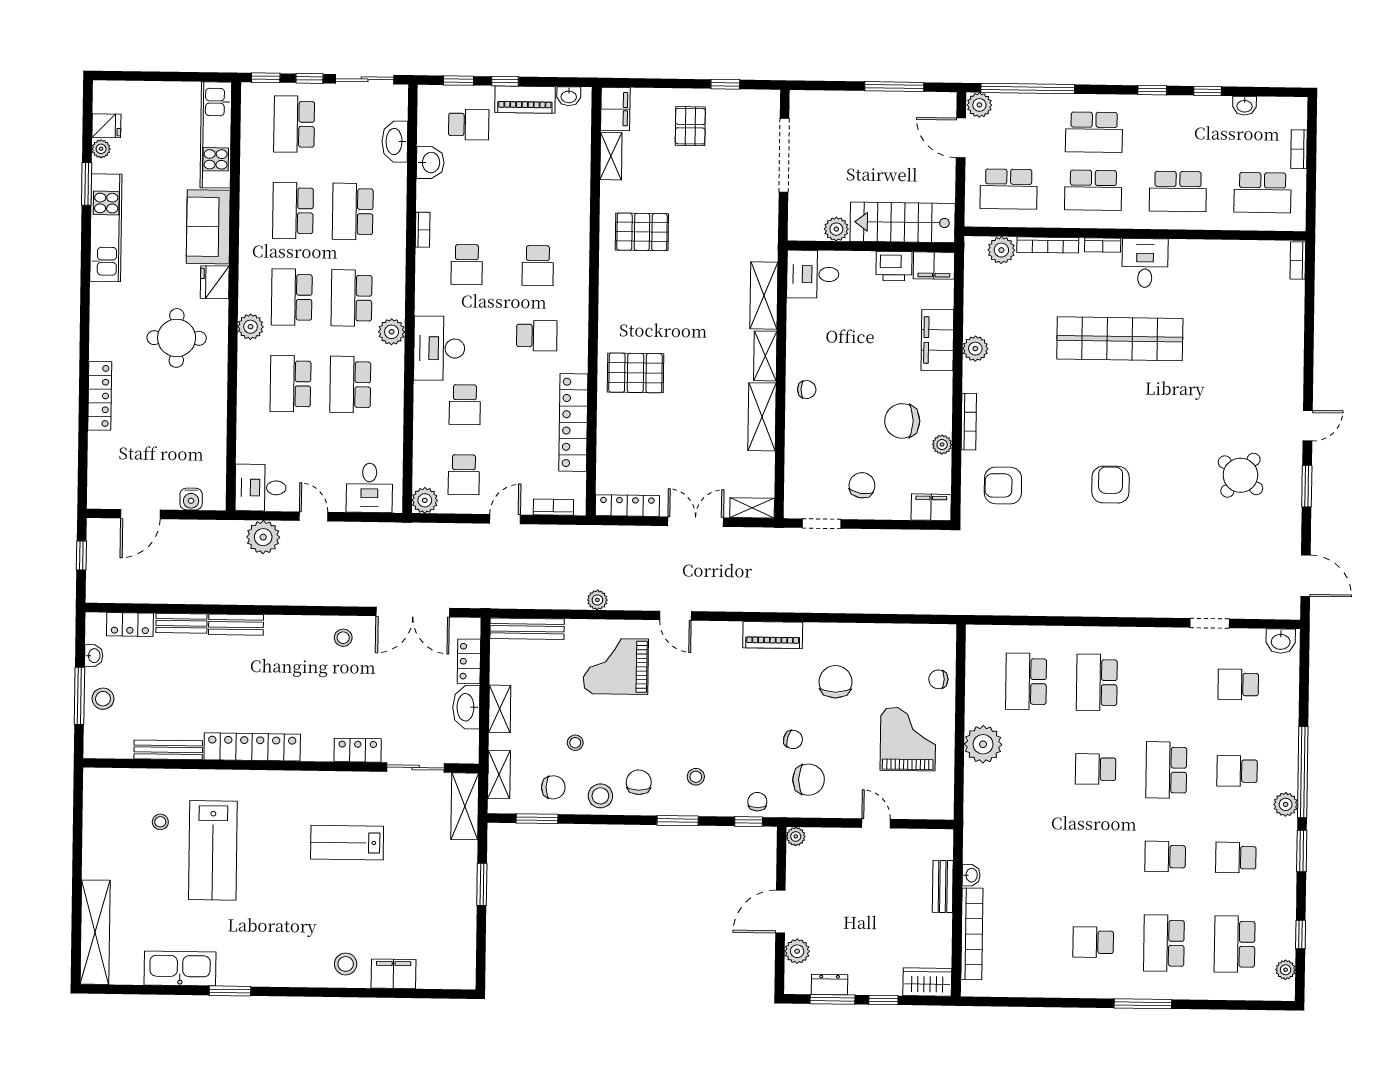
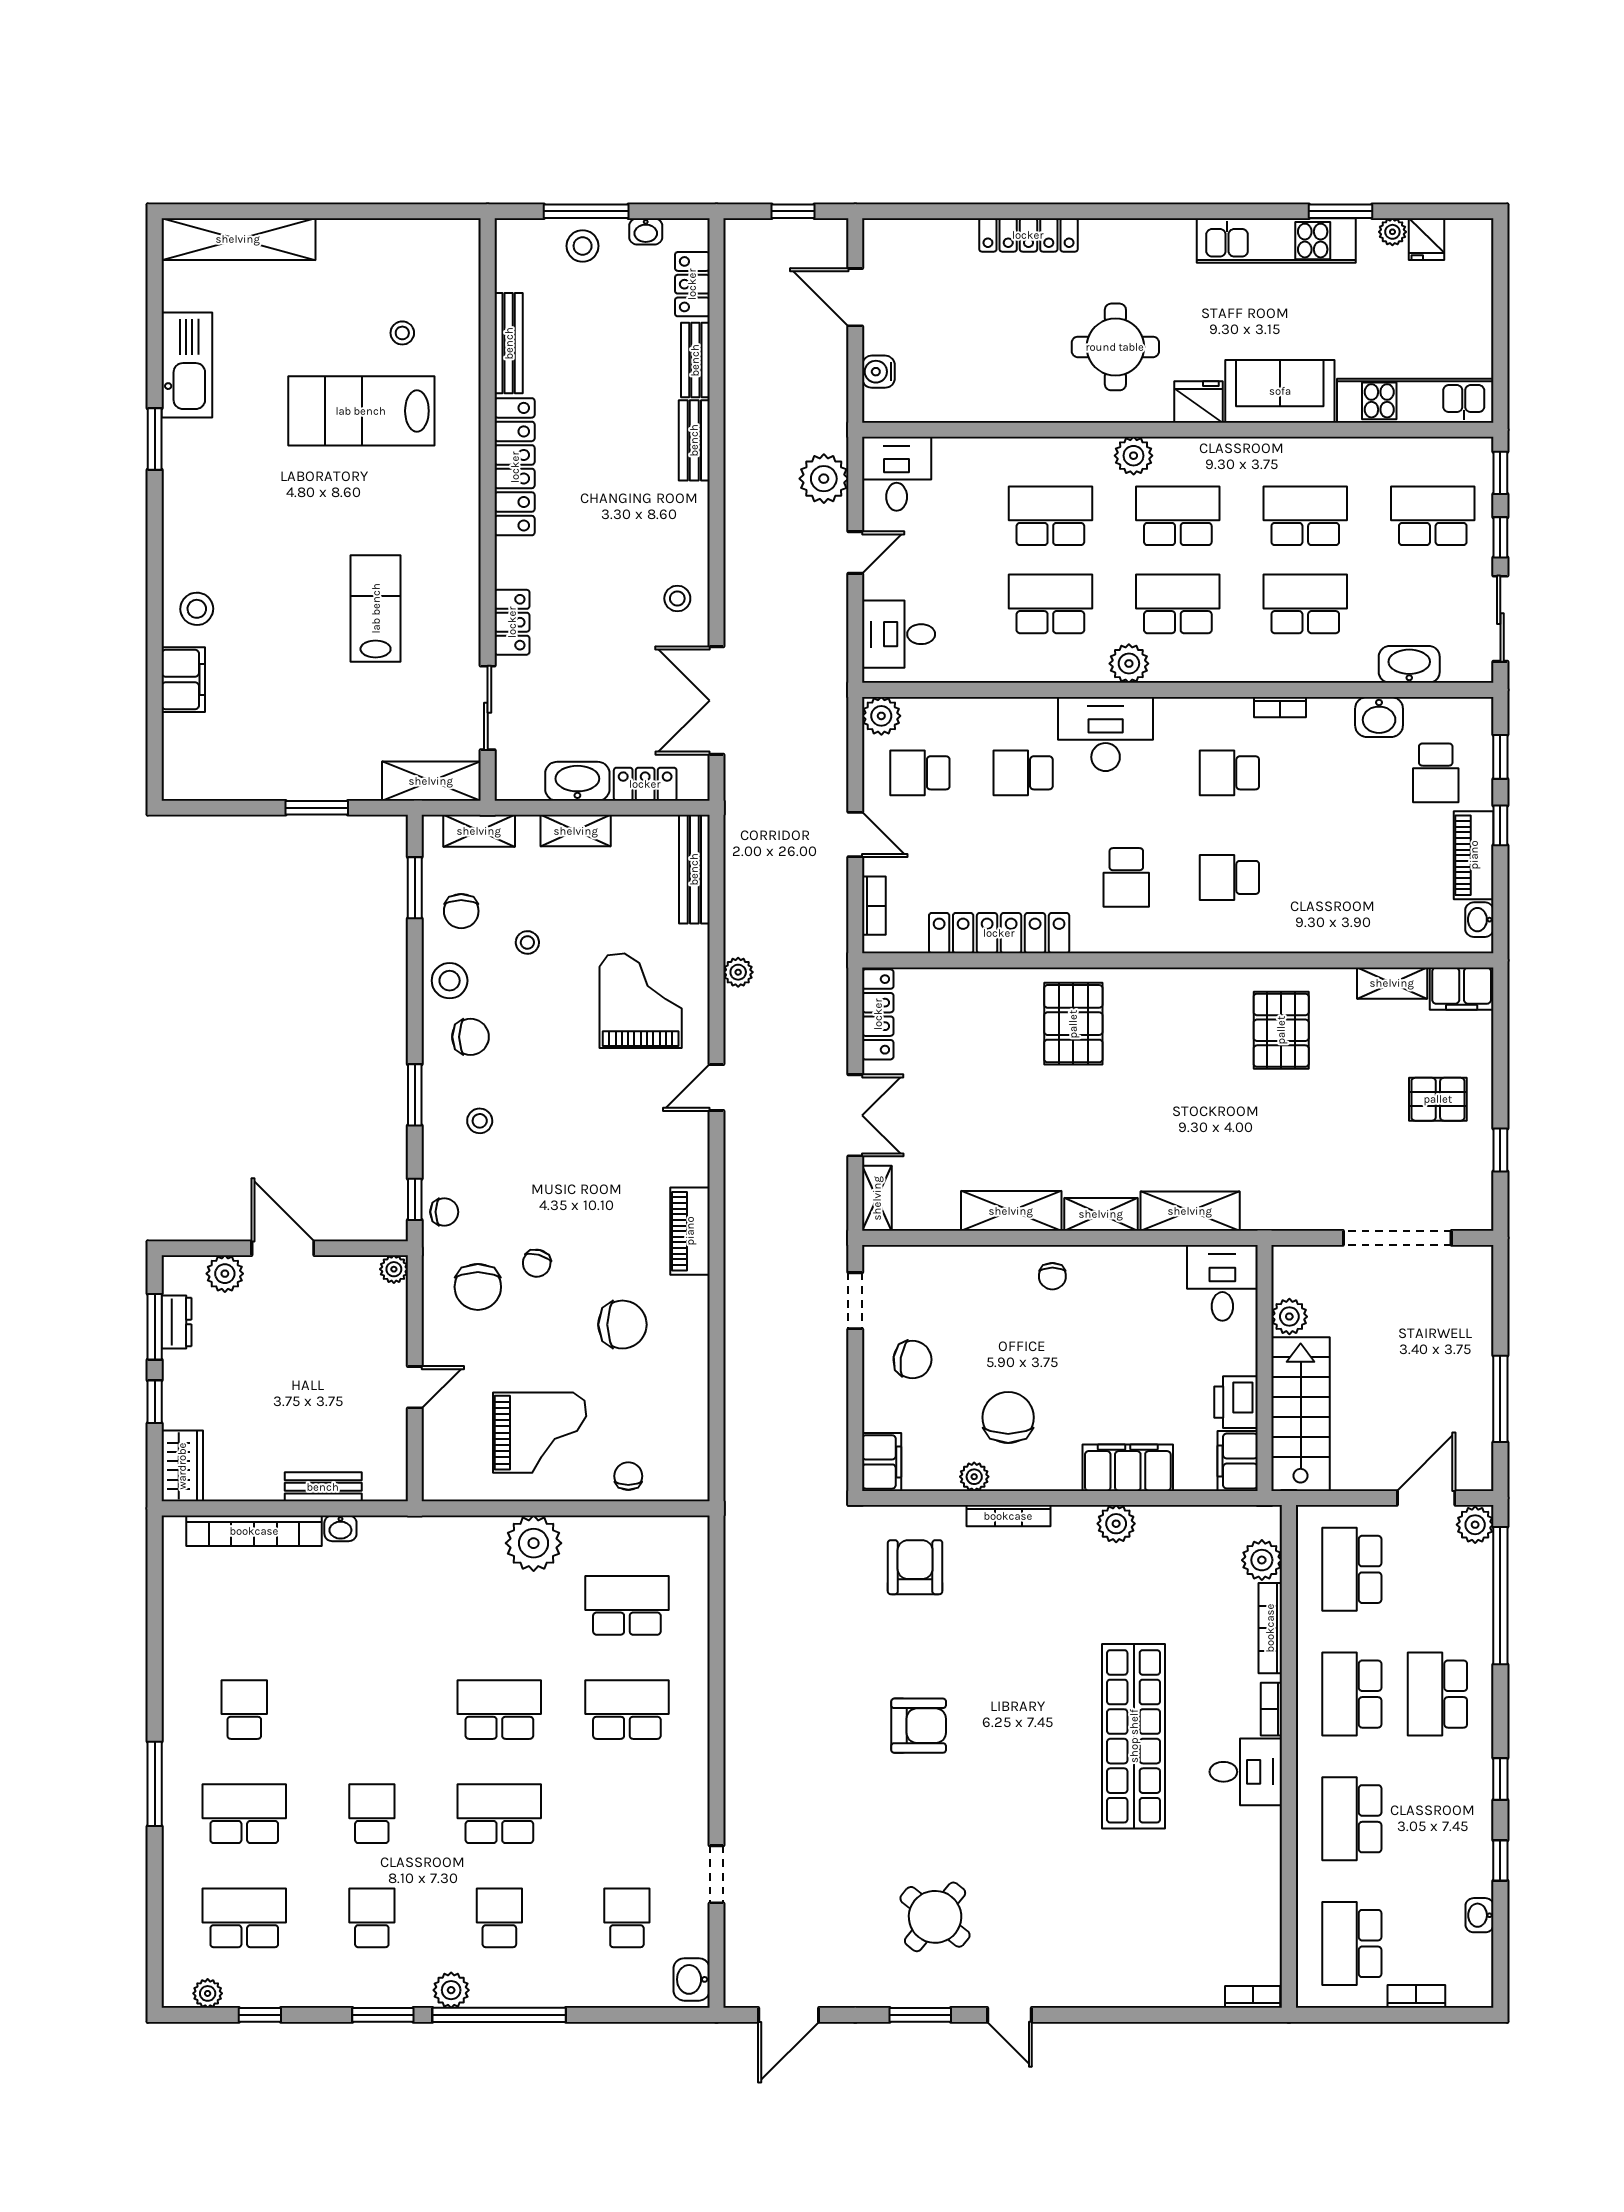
school desk: (1096, 769) -> (499, 1710), width x1.85

